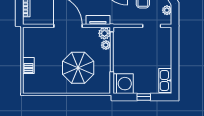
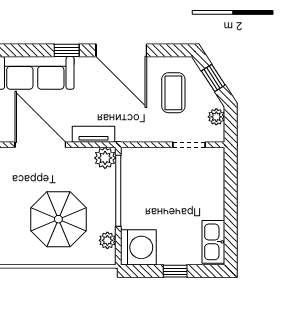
plant: (106, 45) -> (107, 240), moved

